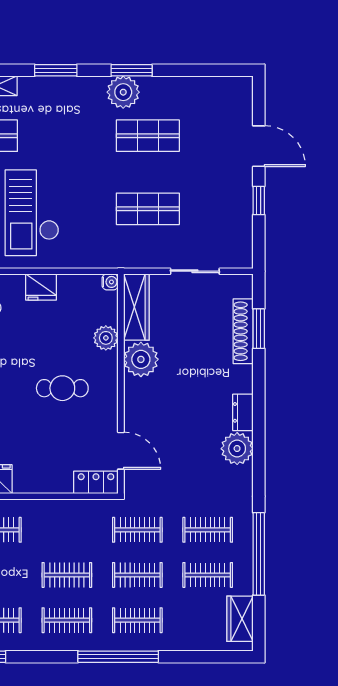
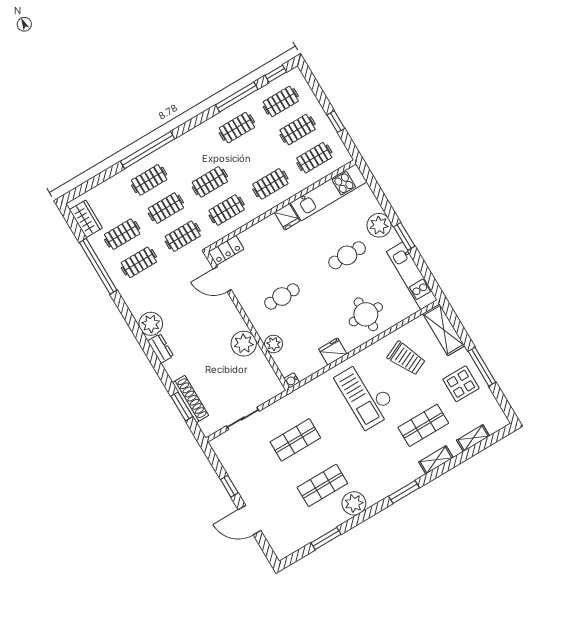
window: (132, 70) -> (326, 538), moved
checkout: (32, 213) -> (366, 394), turned 180
wardrobe: (136, 307) -> (266, 374), removed
clothes rail: (67, 620) -> (227, 210), moved

